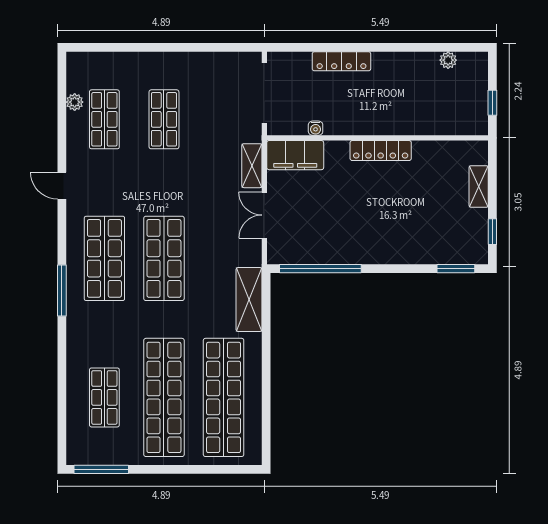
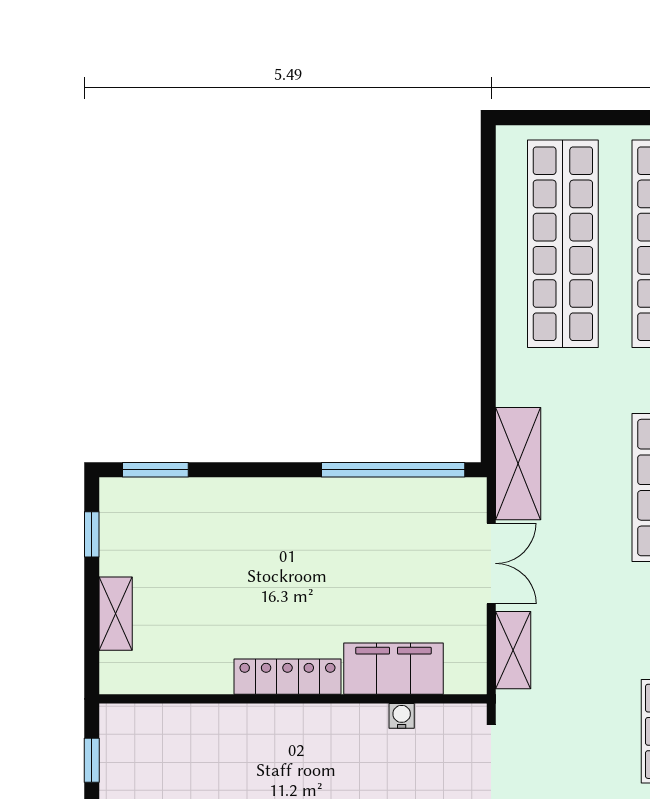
filing cabinet: (295, 155) -> (393, 669), moved
shelving: (249, 300) -> (518, 464), moved

